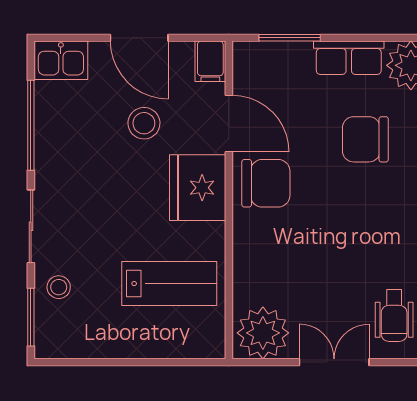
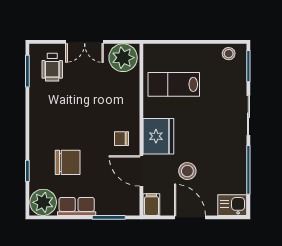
chair: (266, 183) -> (121, 139), width x0.54, depth x0.54
stool: (59, 287) -> (229, 54), moved
wheelchair: (394, 316) -> (52, 67), turned 180

